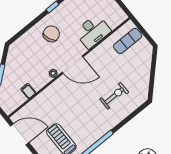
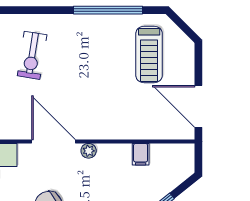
exercise bike: (114, 96) -> (32, 55), turned -81

